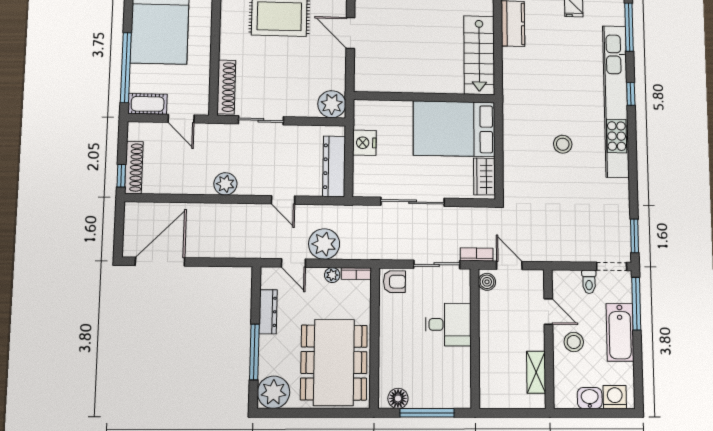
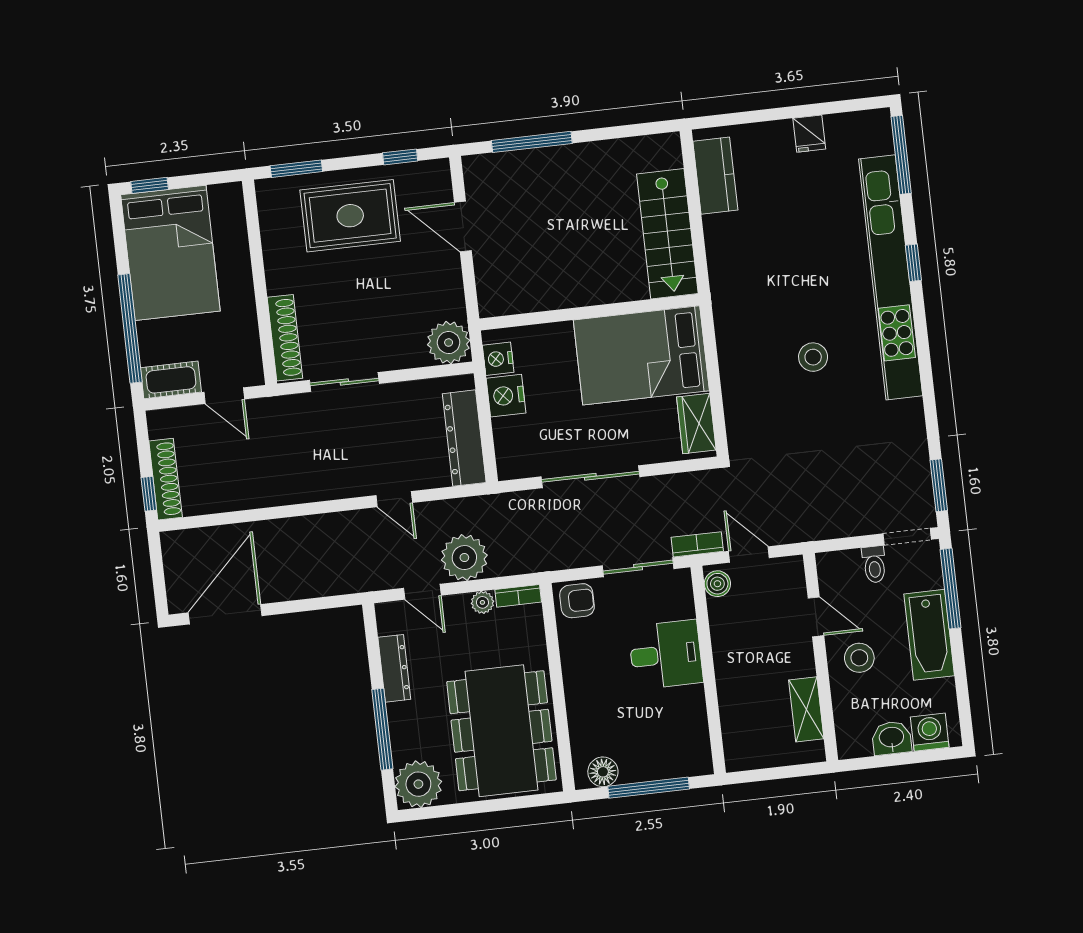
nightstand: (362, 119) -> (498, 359), added
plant: (225, 184) -> (305, 486), removed

